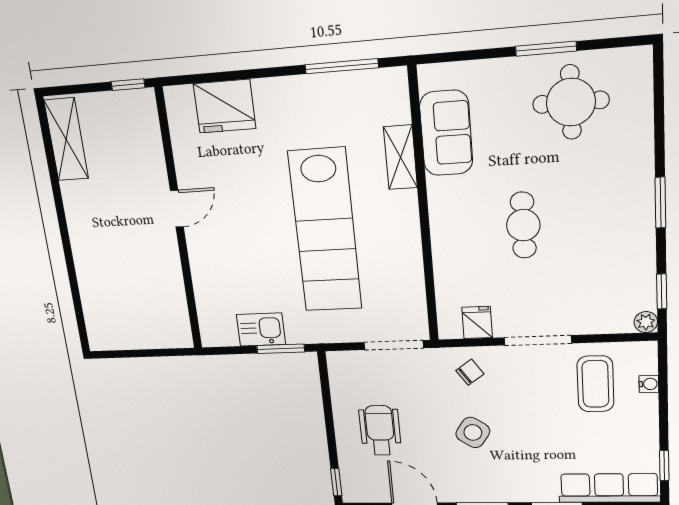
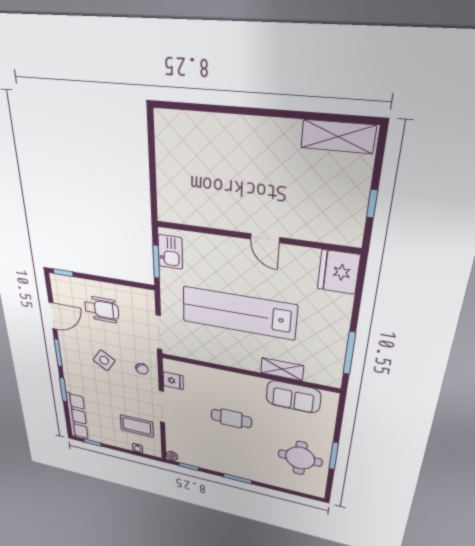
door: (177, 209) -> (265, 238), moved
wall: (179, 222) -> (255, 237), moved

